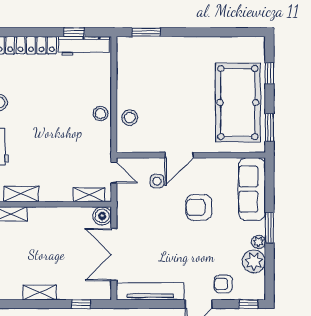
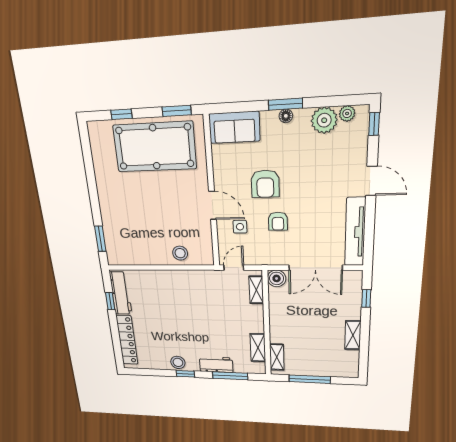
stool: (101, 114) -> (179, 279), removed
sofa: (252, 189) -> (234, 127), width x0.73
floor lamp: (259, 228) -> (286, 116), added
plant: (259, 242) -> (347, 113), moved
armchair: (223, 284) -> (278, 221), moved

